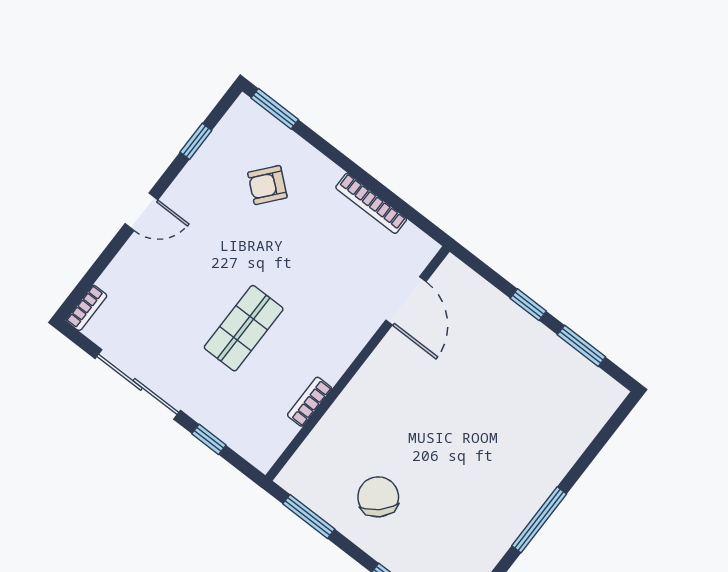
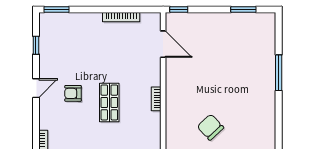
armchair: (267, 185) -> (73, 93), moved, turned 50
window: (528, 305) -> (179, 10), moved
bookcase: (310, 402) -> (156, 99), moved
window: (539, 520) -> (279, 73), moved

